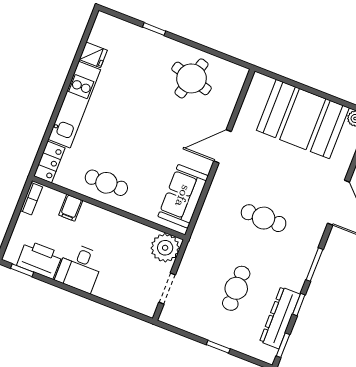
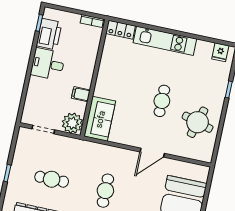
fridge: (93, 55) -> (220, 52), moved
door: (223, 146) -> (152, 153), swing flipped
cafe table: (106, 183) -> (162, 101), moved
sofa: (183, 196) -> (100, 119), moved, turned 90
filing cabinet: (71, 208) -> (81, 94), moved

